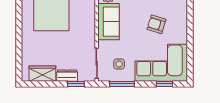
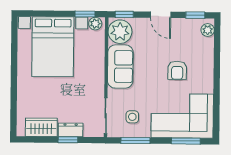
armchair: (156, 24) -> (177, 70), turned -107
window: (76, 84) -> (68, 140), moved
window: (164, 84) -> (186, 141), width x1.50

